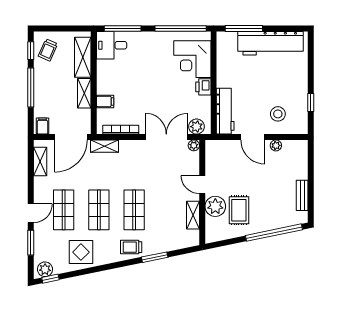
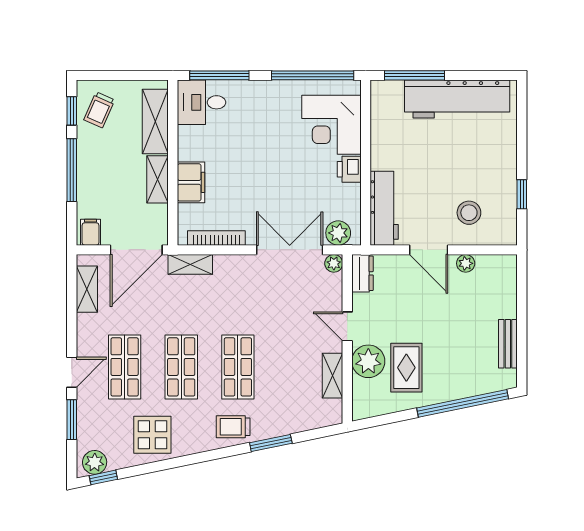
filing cabinet: (105, 101) -> (191, 182), width x2.00
dresser: (212, 152) -> (362, 273), added

